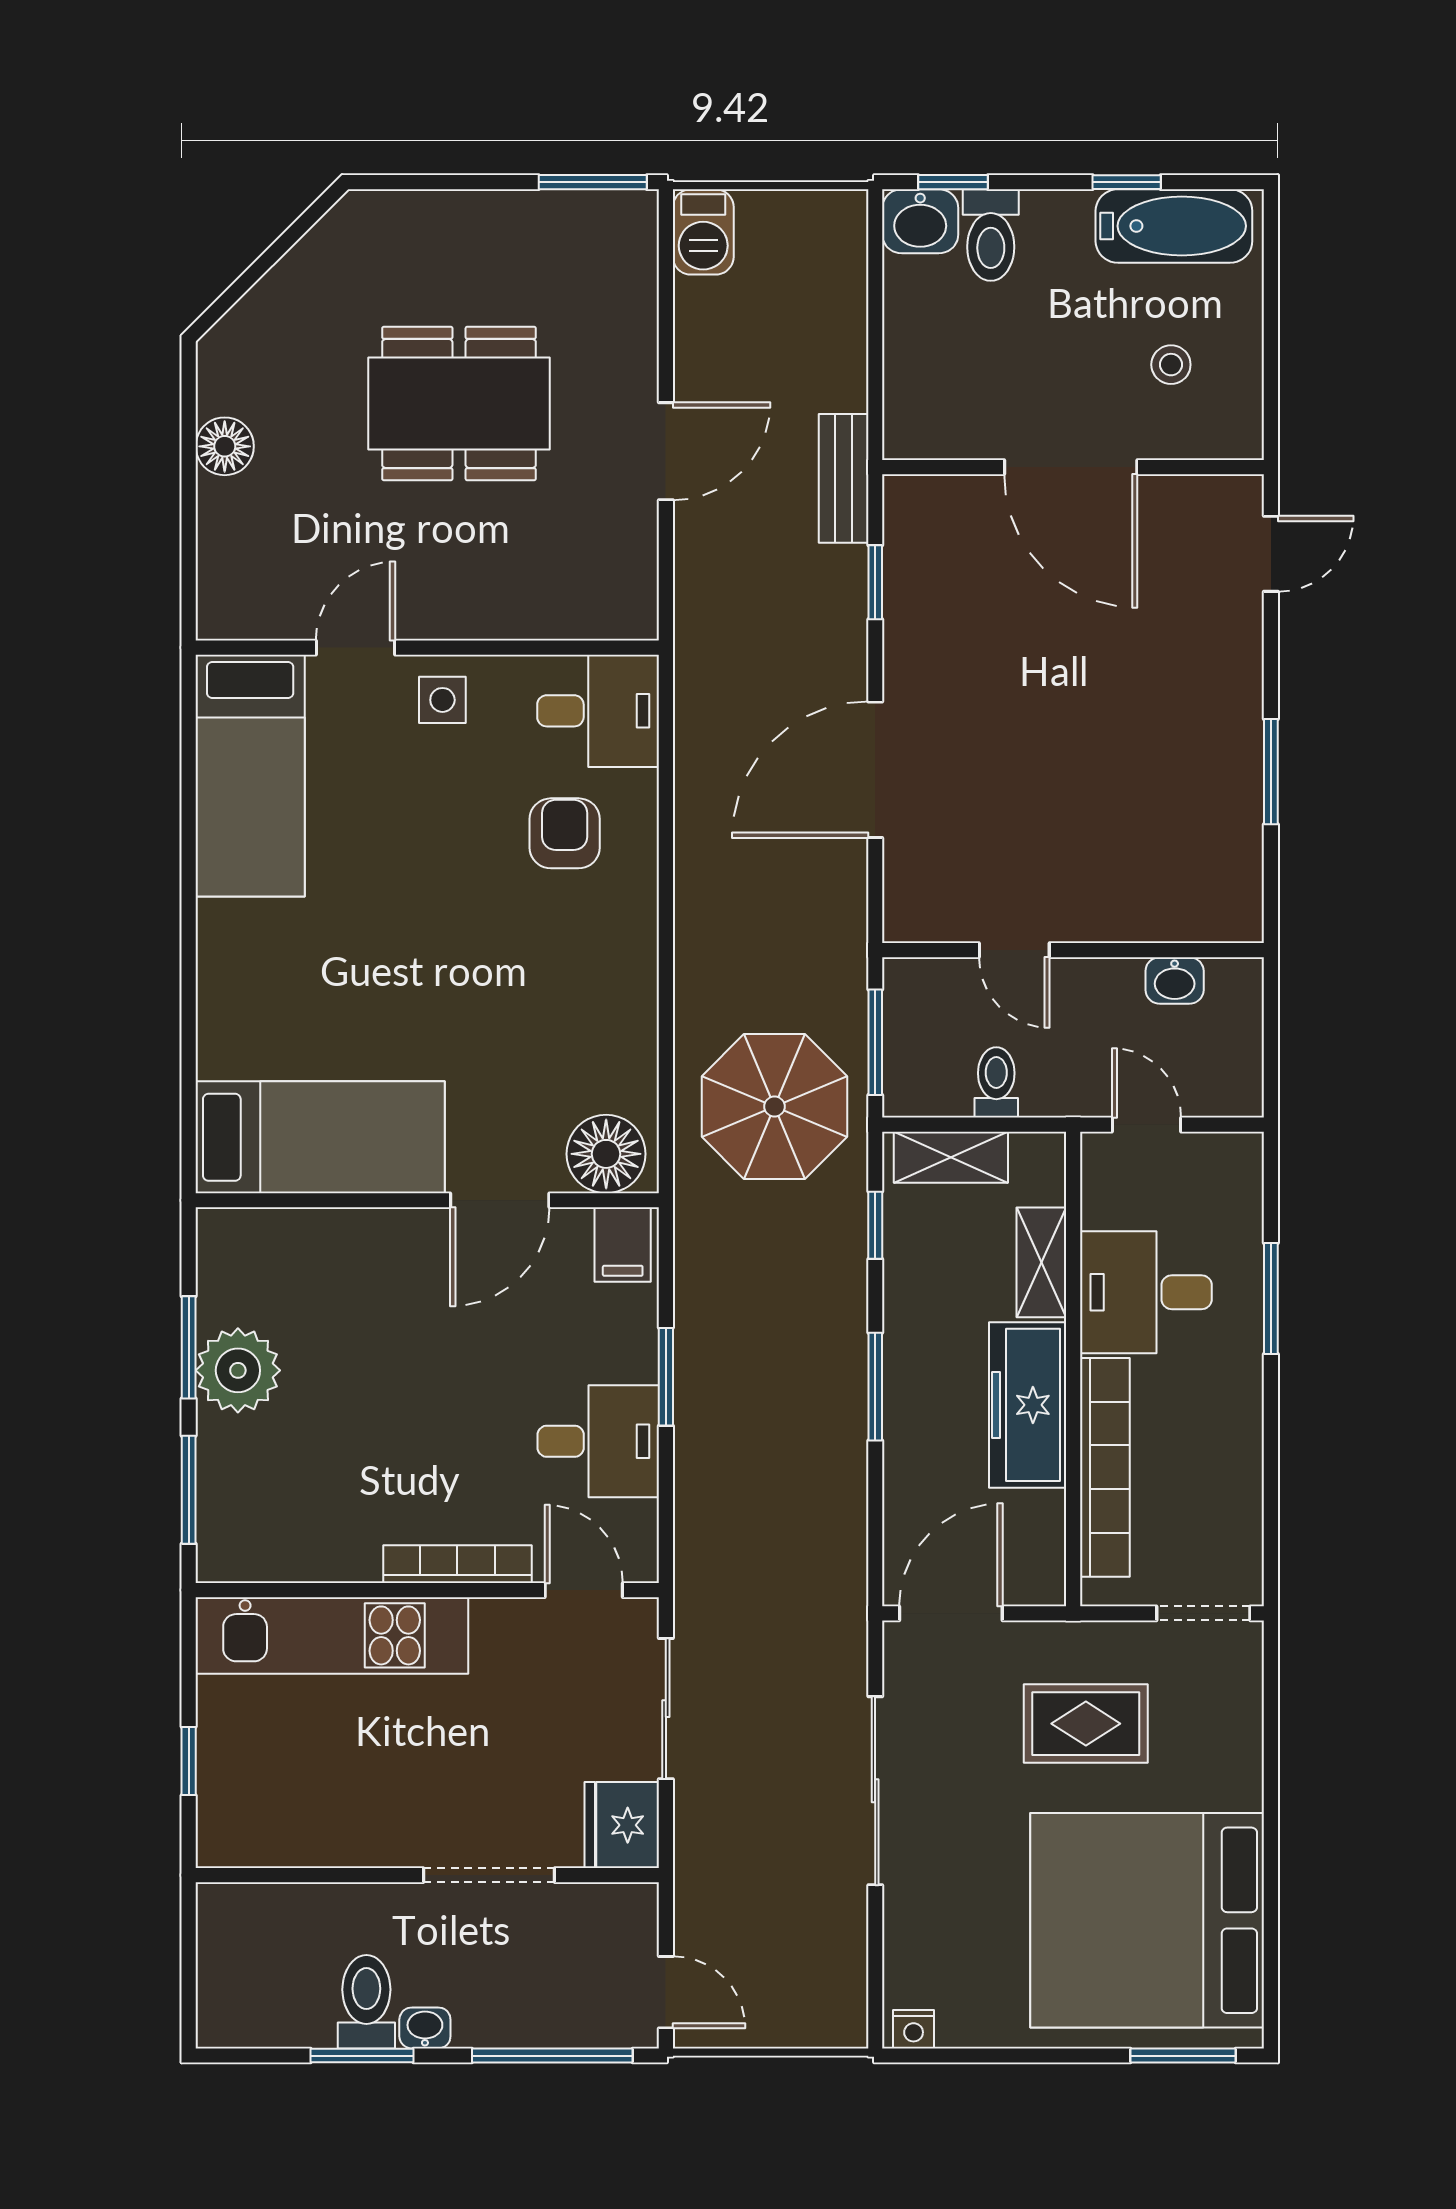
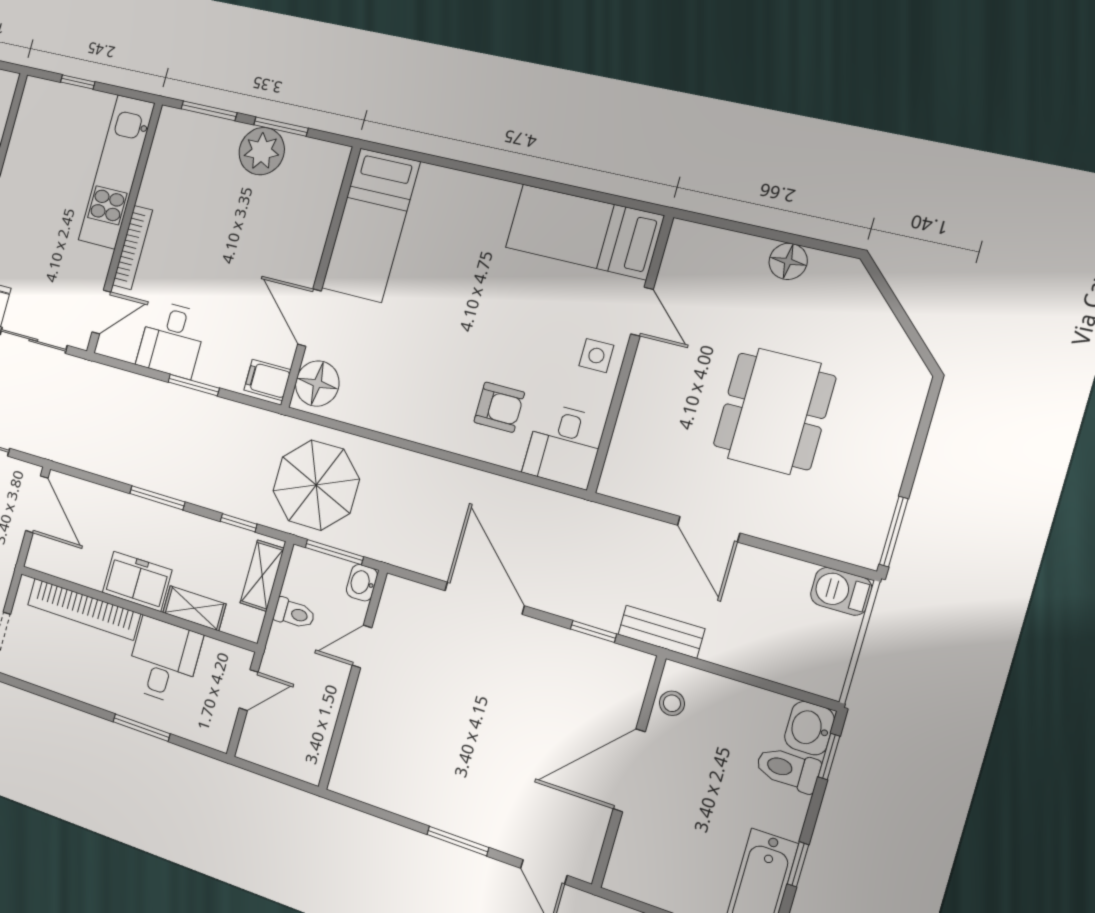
stool: (1171, 365) -> (672, 703), moved
window: (1271, 772) -> (458, 841), moved
washbasin: (1175, 980) -> (362, 583), moved
freezer: (1028, 1405) -> (137, 581), width x0.71

